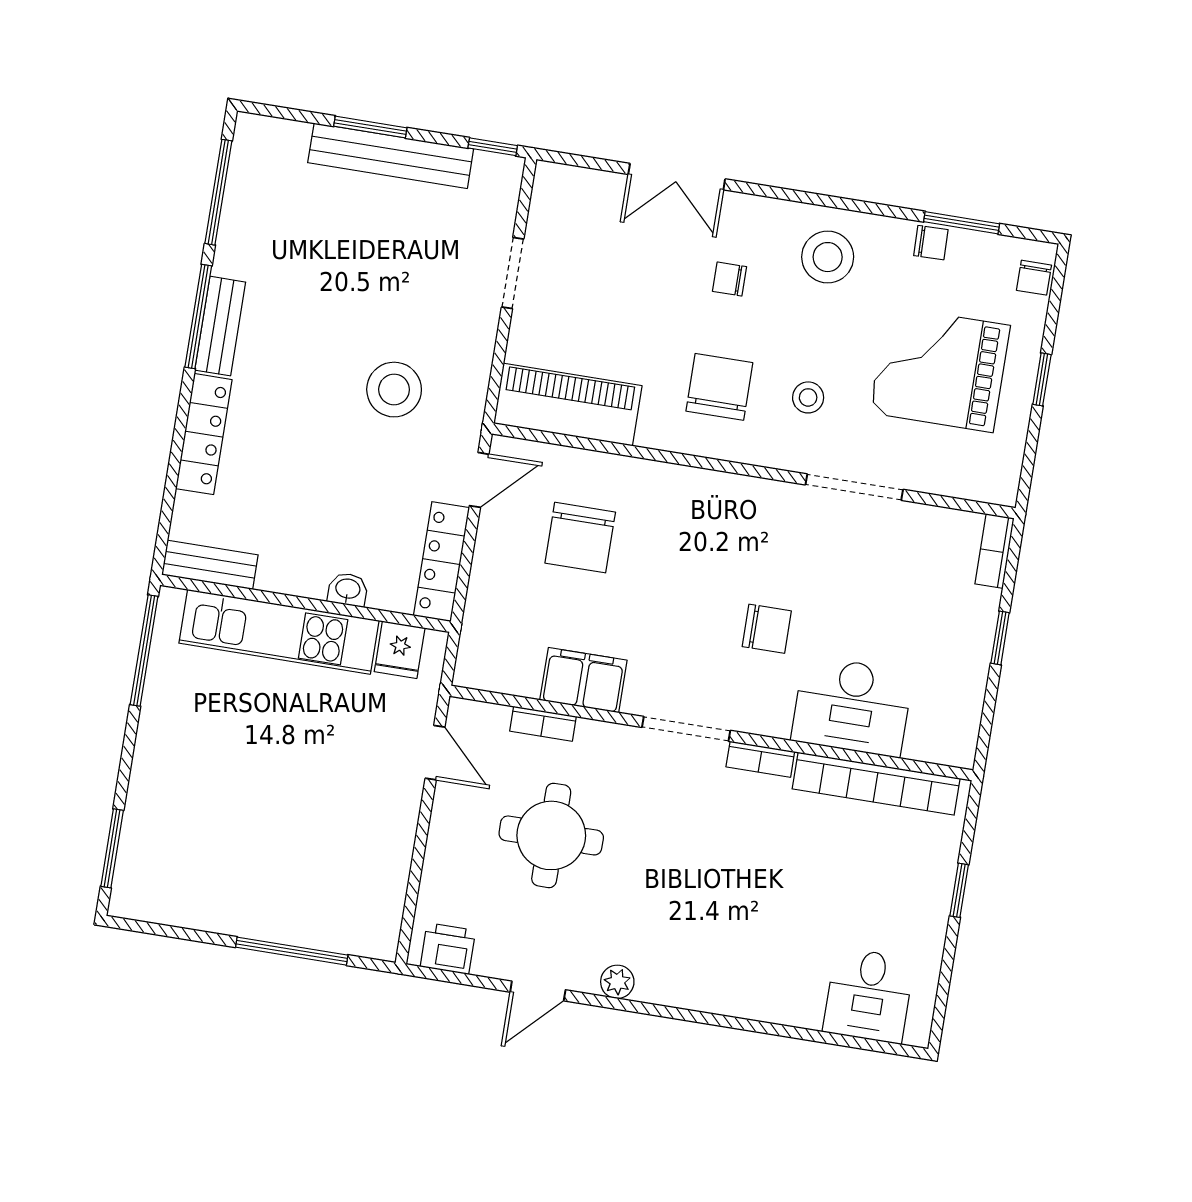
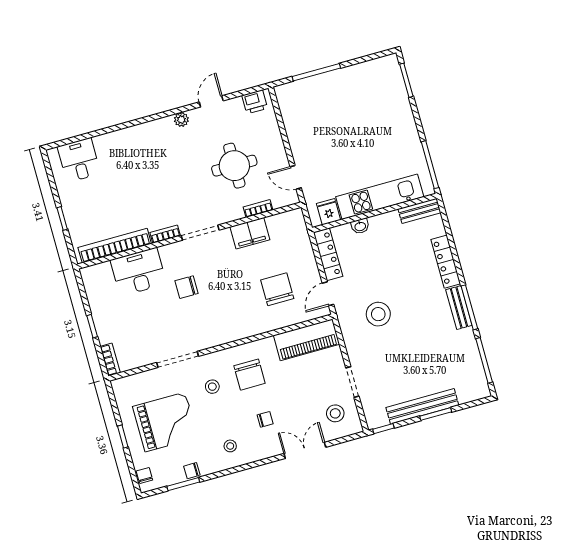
stool: (578, 224) -> (335, 413), added
stool: (828, 257) -> (230, 446), width x0.53, depth x0.53

